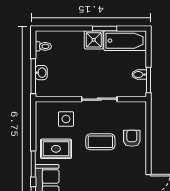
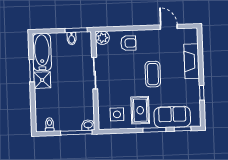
washbasin: (41, 73) -> (88, 125), moved
plant: (139, 109) -> (102, 38), added
side table: (66, 119) -> (117, 114), moved
armchair: (132, 138) -> (128, 43), turned 180
coffee table: (100, 142) -> (153, 74), moved

